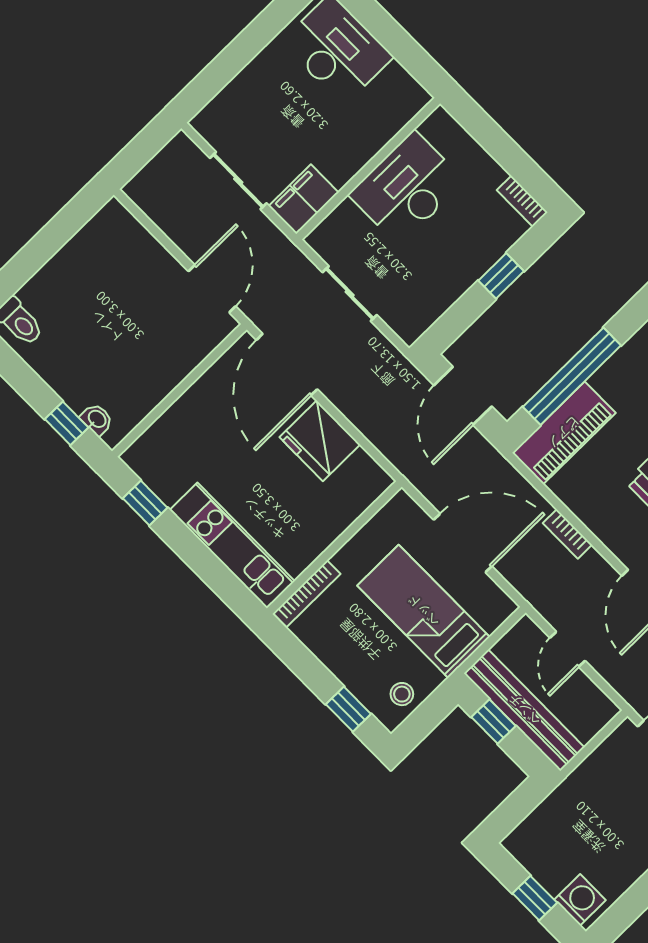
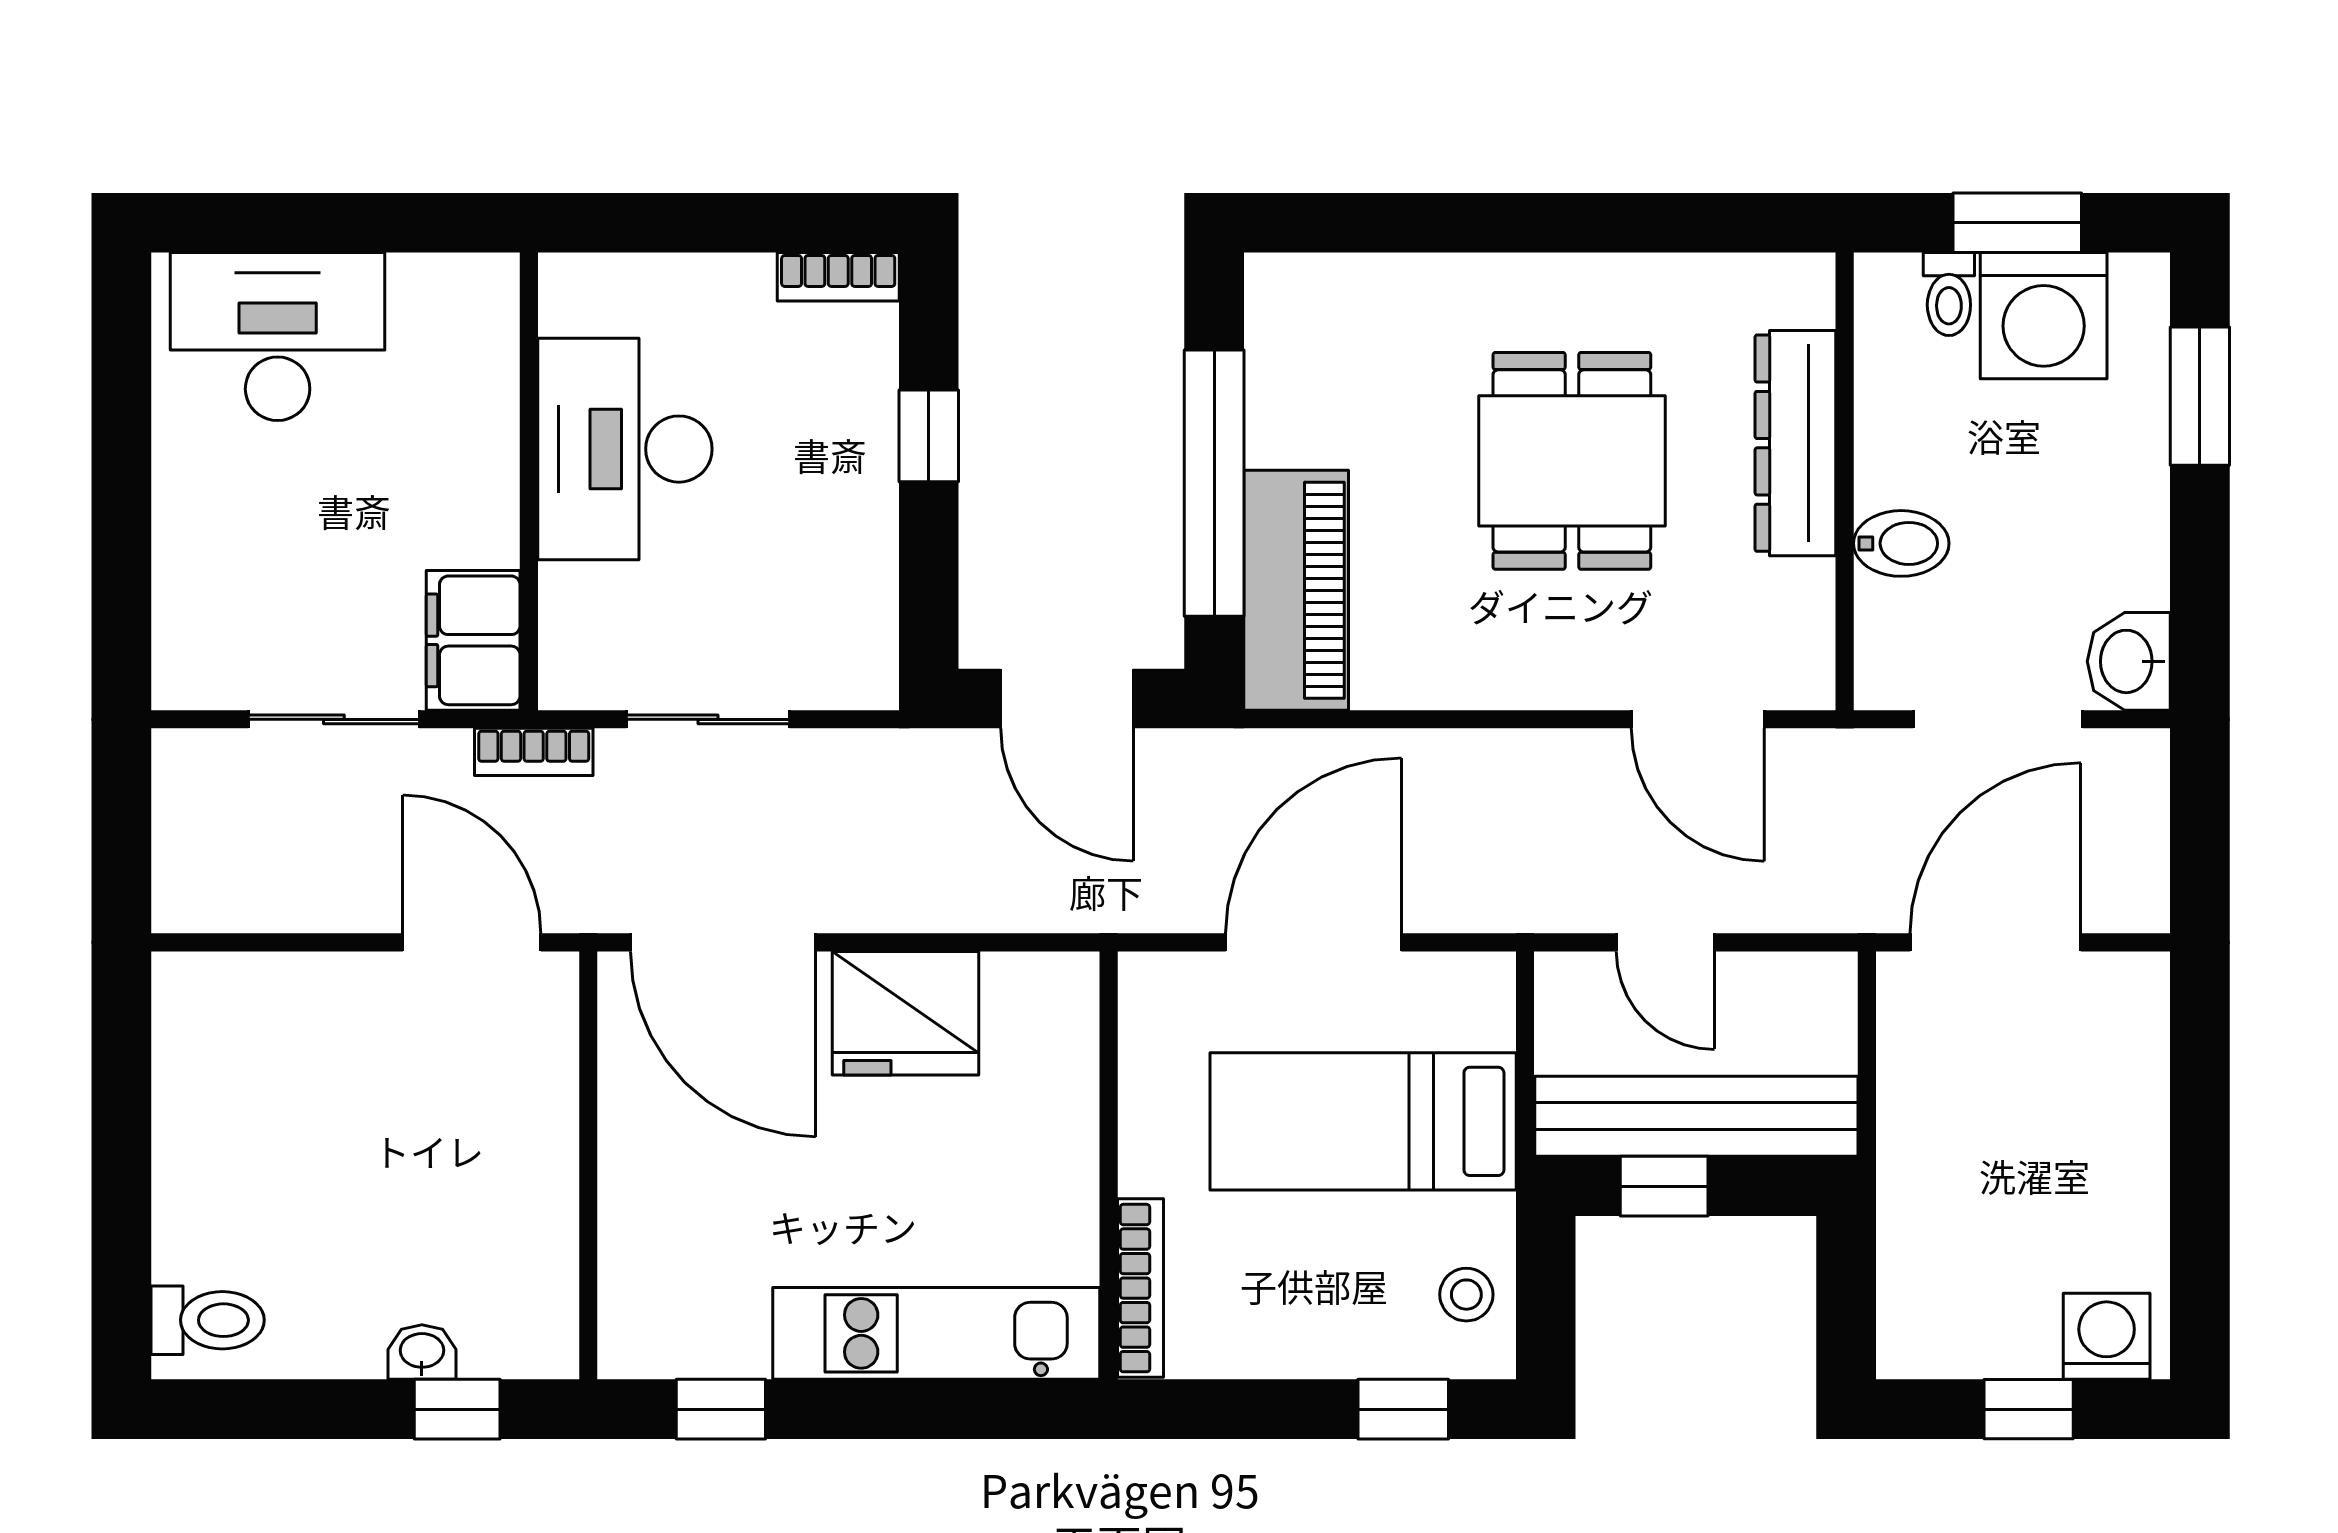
washbasin: (97, 419) -> (422, 1352), moved
bookcase: (567, 534) -> (534, 752), moved

